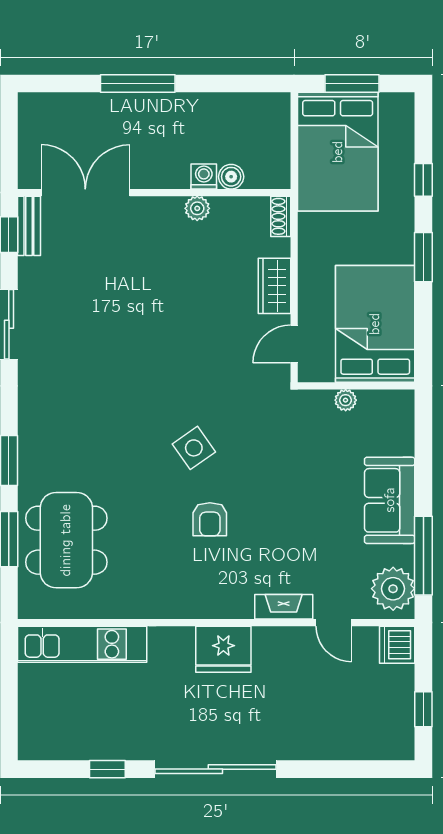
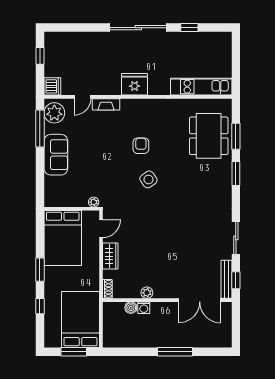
bench: (29, 226) -> (226, 279), width x1.36
plant: (346, 400) -> (94, 202), moved
door: (334, 623) -> (82, 97), swing flipped

